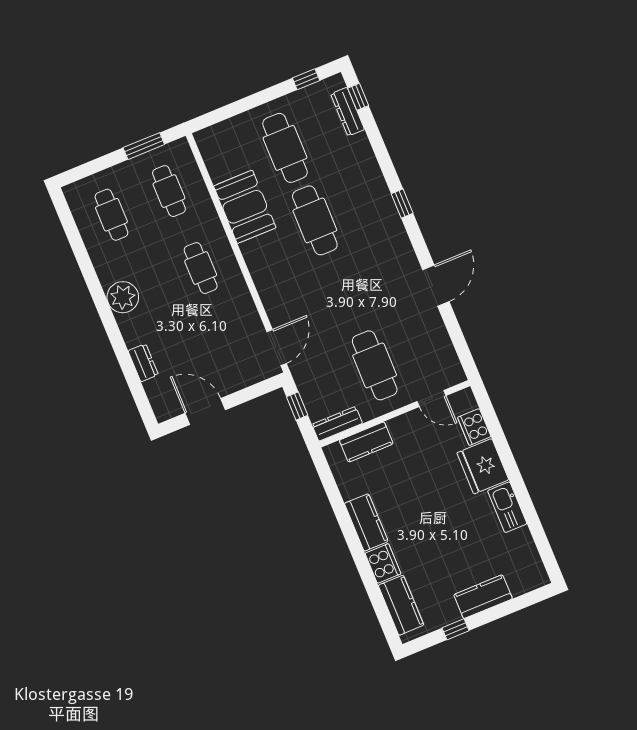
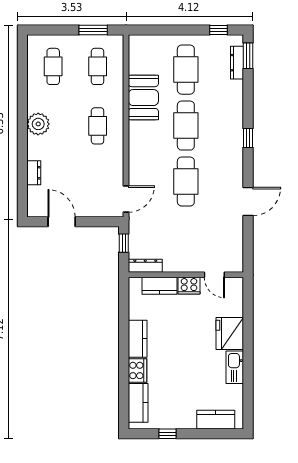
window: (358, 97) -> (248, 56), width x1.50
cafe table: (375, 365) -> (186, 182), moved
cooker: (474, 427) -> (189, 286), moved, turned -90
kitchen counter: (483, 597) -> (216, 420), moved

